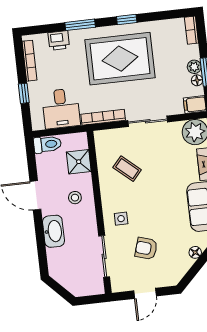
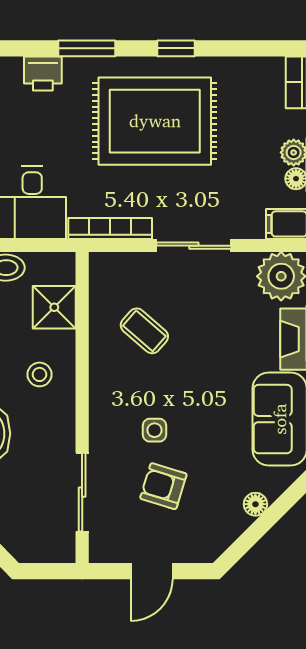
side table: (121, 219) -> (154, 430), moved

